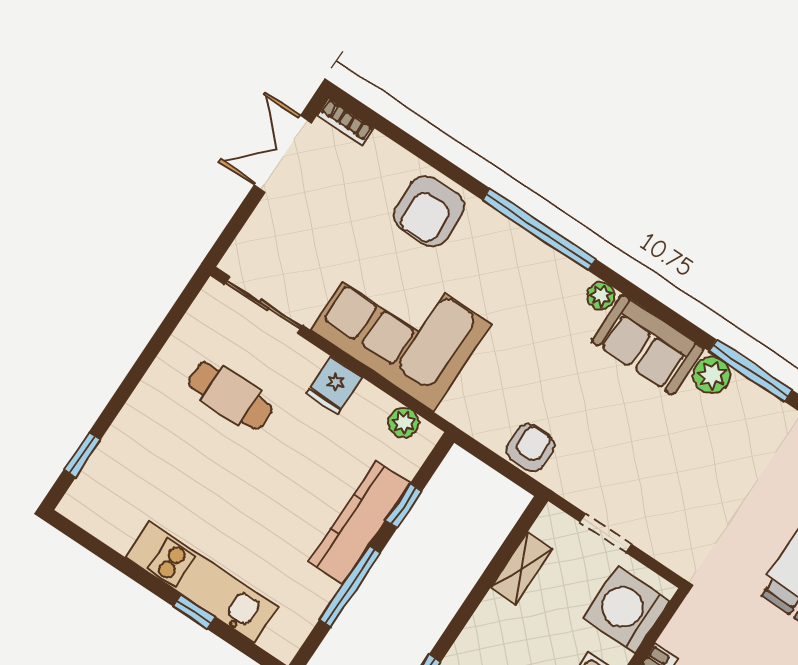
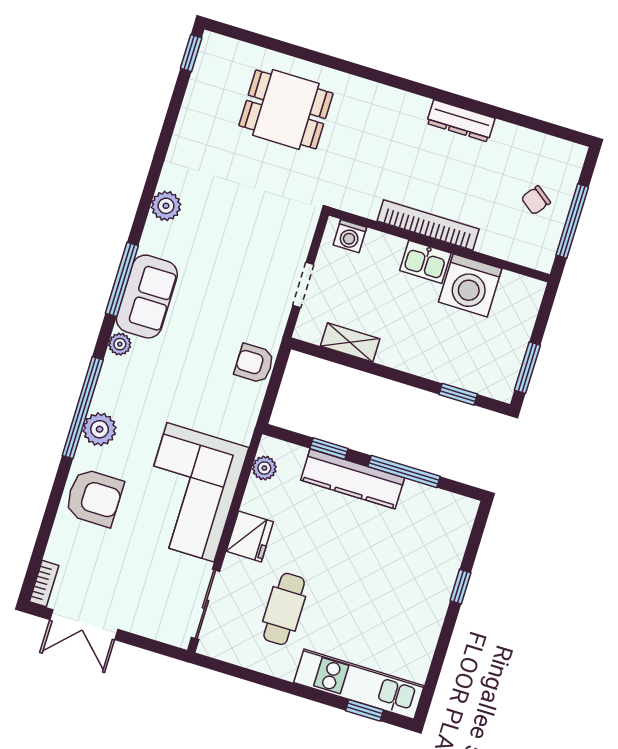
plant: (508, 242) -> (100, 429), added
window: (751, 371) -> (122, 279), moved
plant: (712, 375) -> (166, 206), moved
fridge: (334, 385) -> (250, 536), width x1.38
kitchen unit: (201, 582) -> (359, 684), moved, turned 90
washing machine: (626, 610) -> (350, 236), width x0.53, depth x0.53

